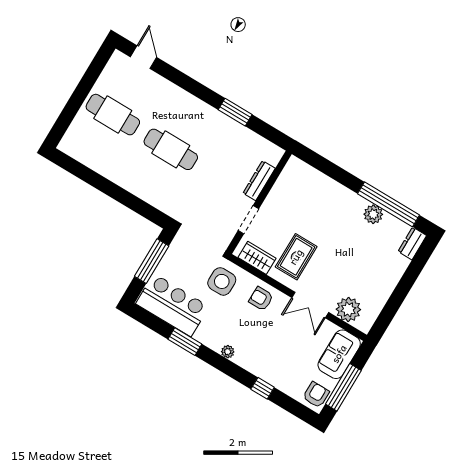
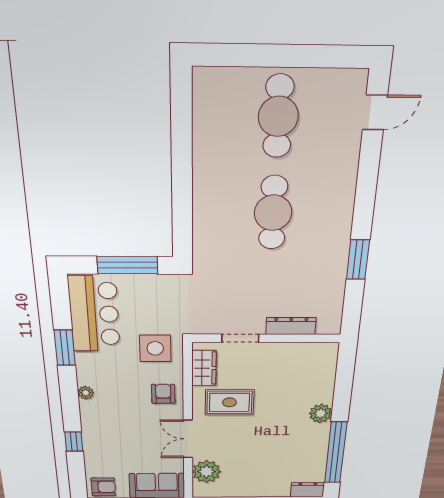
plant: (373, 214) -> (321, 413), moved

